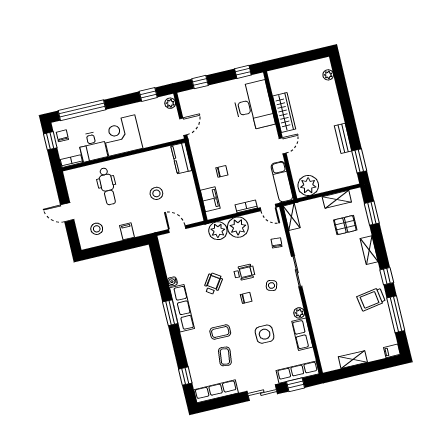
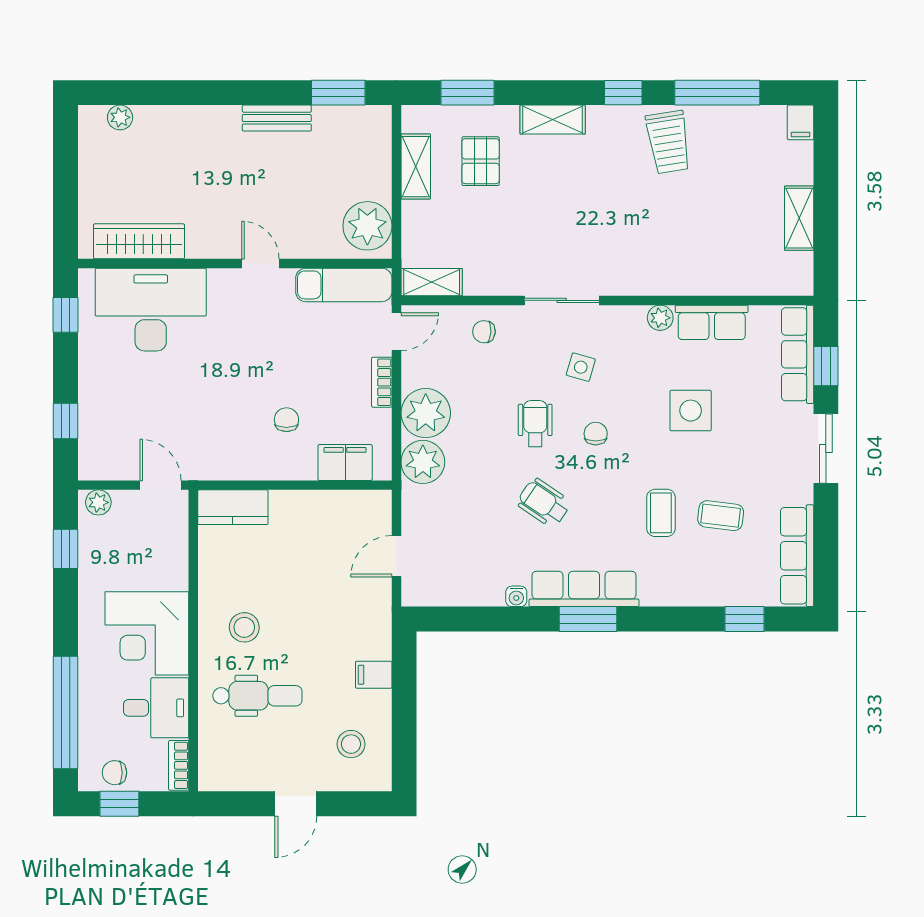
wardrobe: (284, 112) -> (139, 241), moved
stool: (156, 193) -> (244, 627), moved

